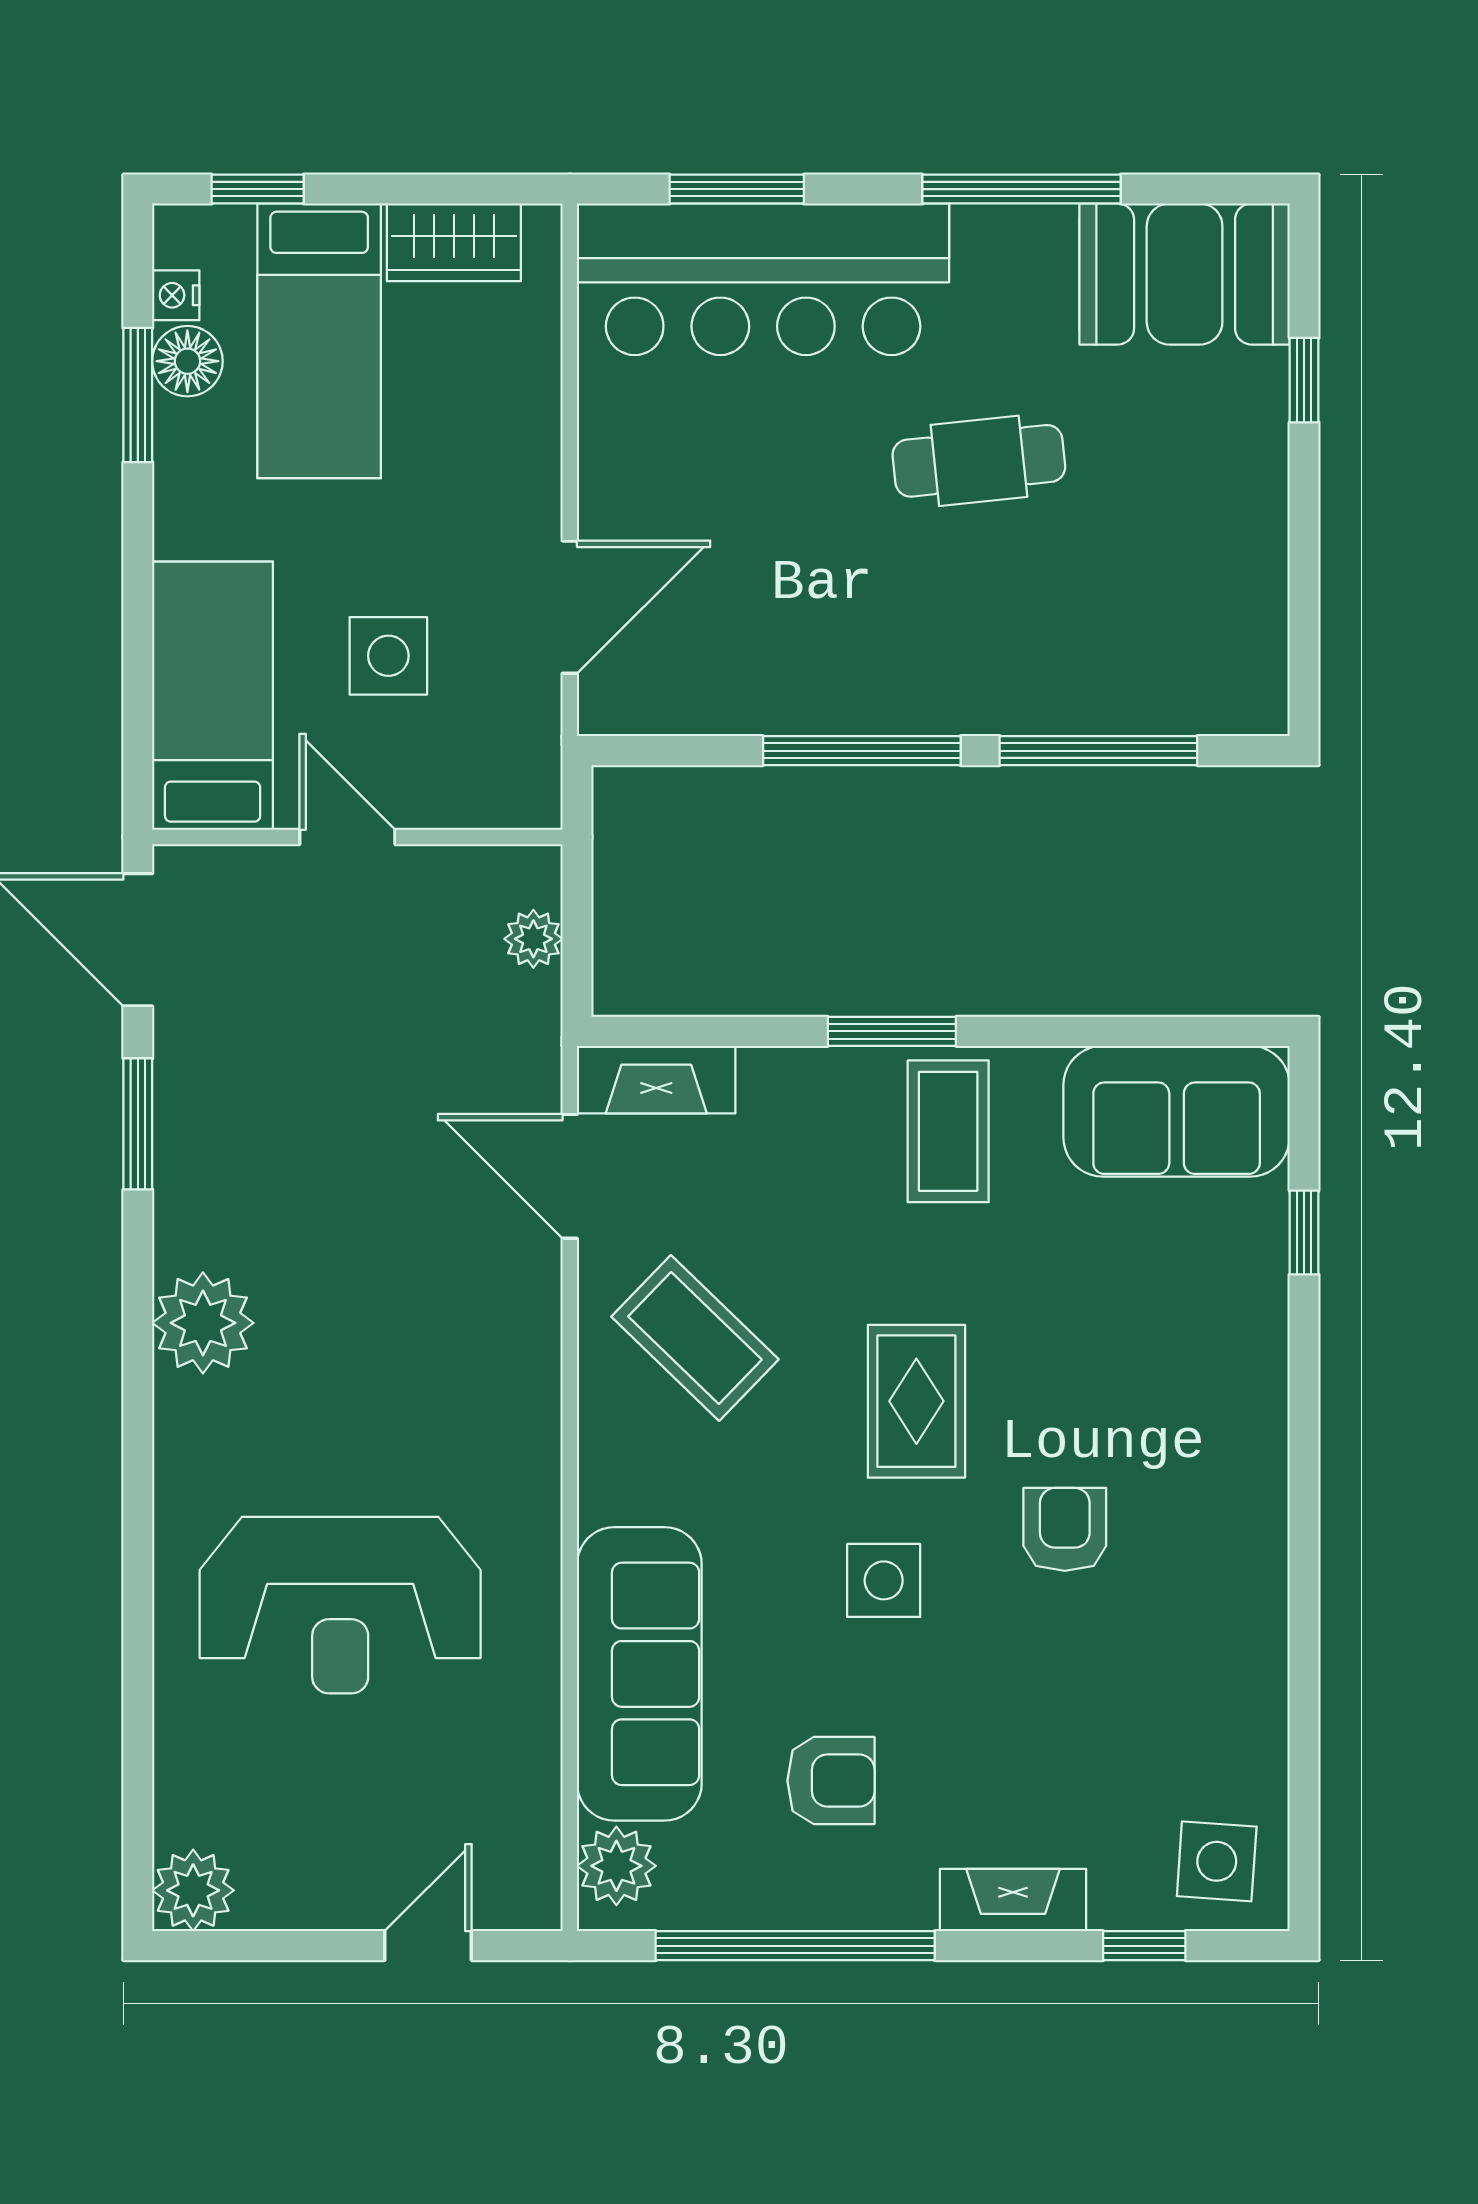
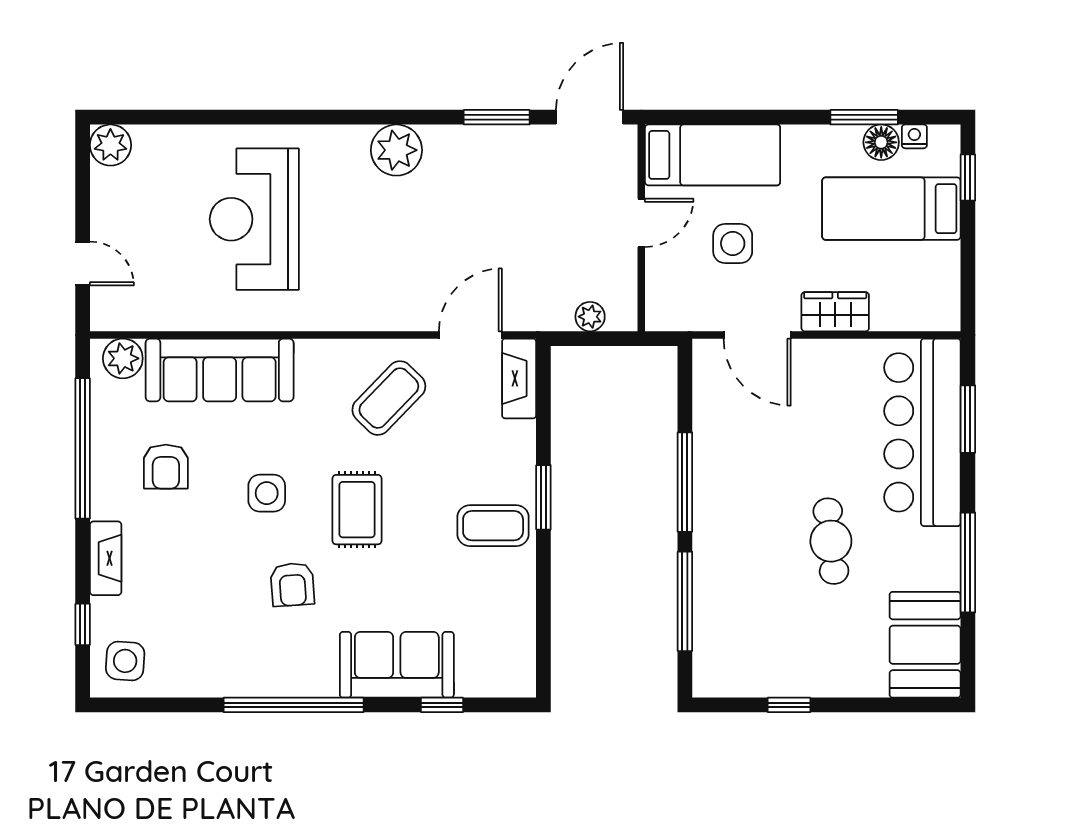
wardrobe: (454, 242) -> (835, 312), moved, turned 90
window: (1304, 380) -> (789, 705), moved
sofa: (1177, 1111) -> (397, 665), moved, turned 90
rug: (916, 1401) -> (357, 510), turned 90
window: (1304, 1527) -> (294, 705), added
armchair: (1065, 1529) -> (292, 584), turned 86

